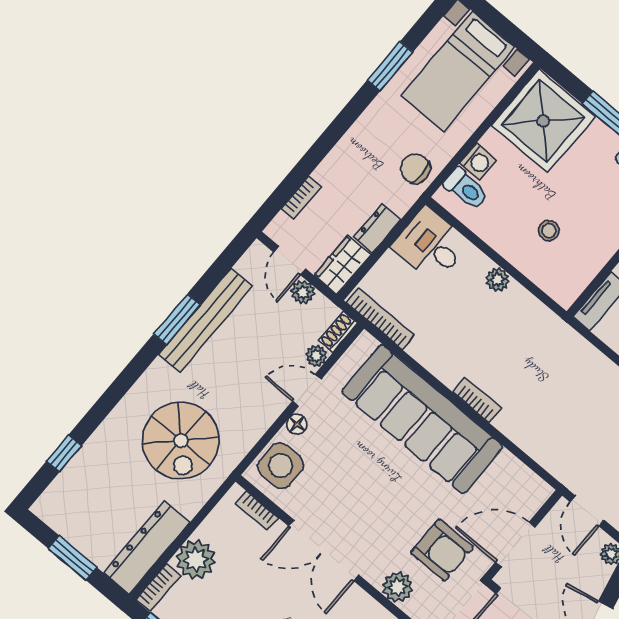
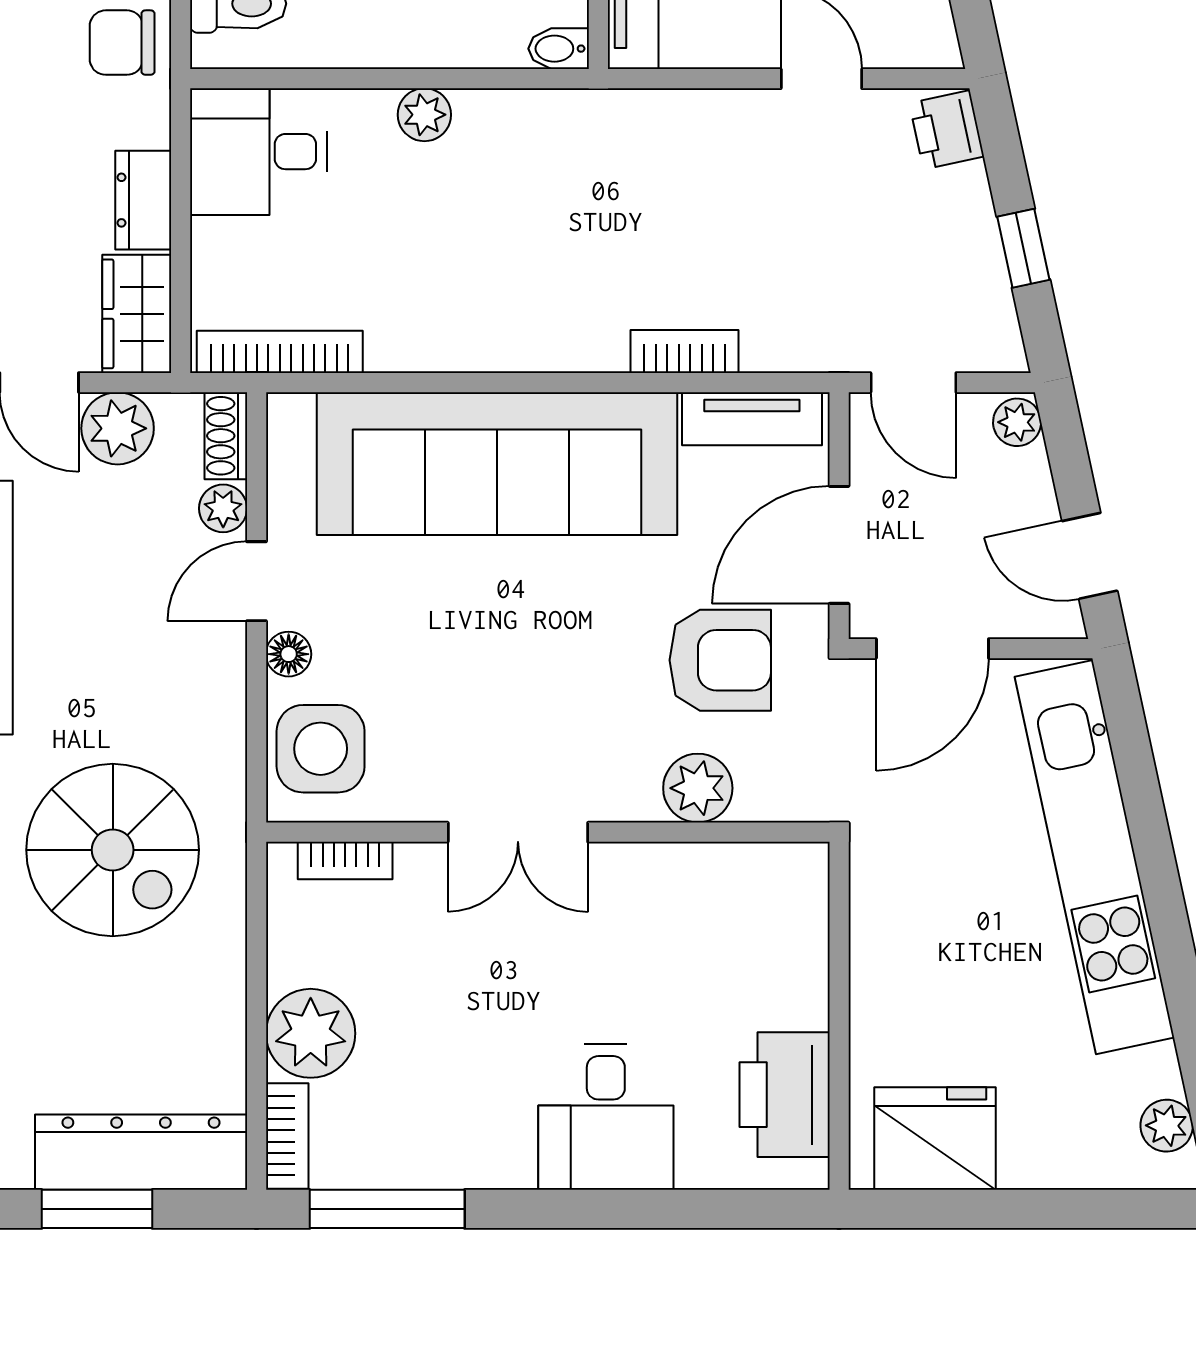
plant: (303, 292) -> (118, 428), width x1.38, depth x1.38
bidet: (562, 296) -> (559, 49), added
bookcase: (477, 400) -> (684, 352), moved
tv unit: (522, 477) -> (752, 419), added
dresser: (147, 548) -> (141, 1152), moved, turned 90
double door: (324, 550) -> (518, 832), width x0.73

